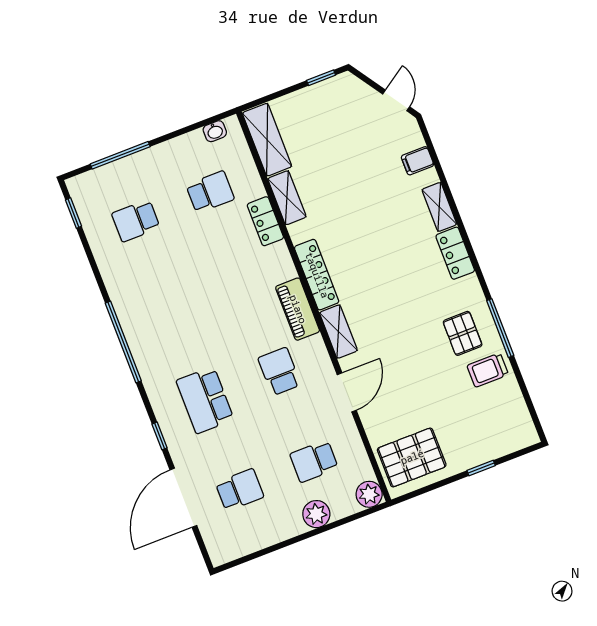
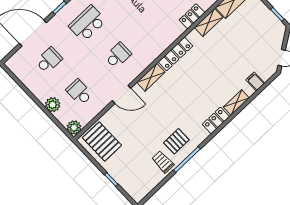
piano: (298, 309) -> (154, 51), removed
school desk: (240, 490) -> (49, 60), turned -90

